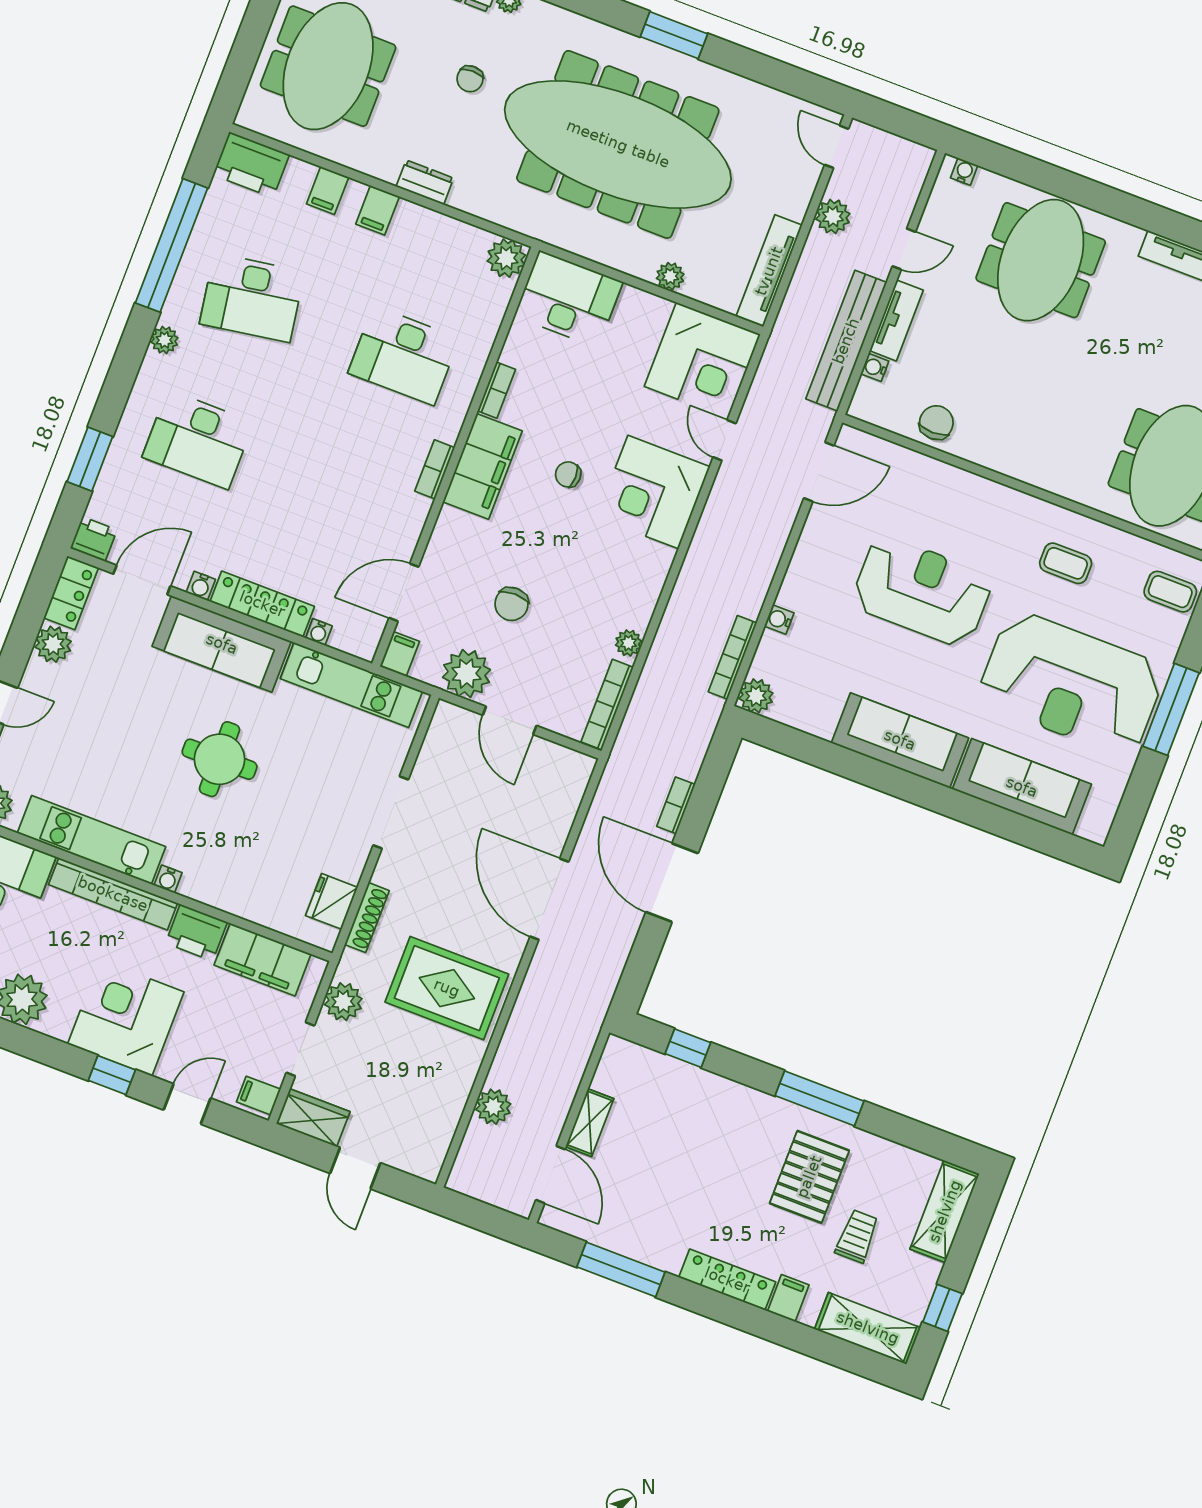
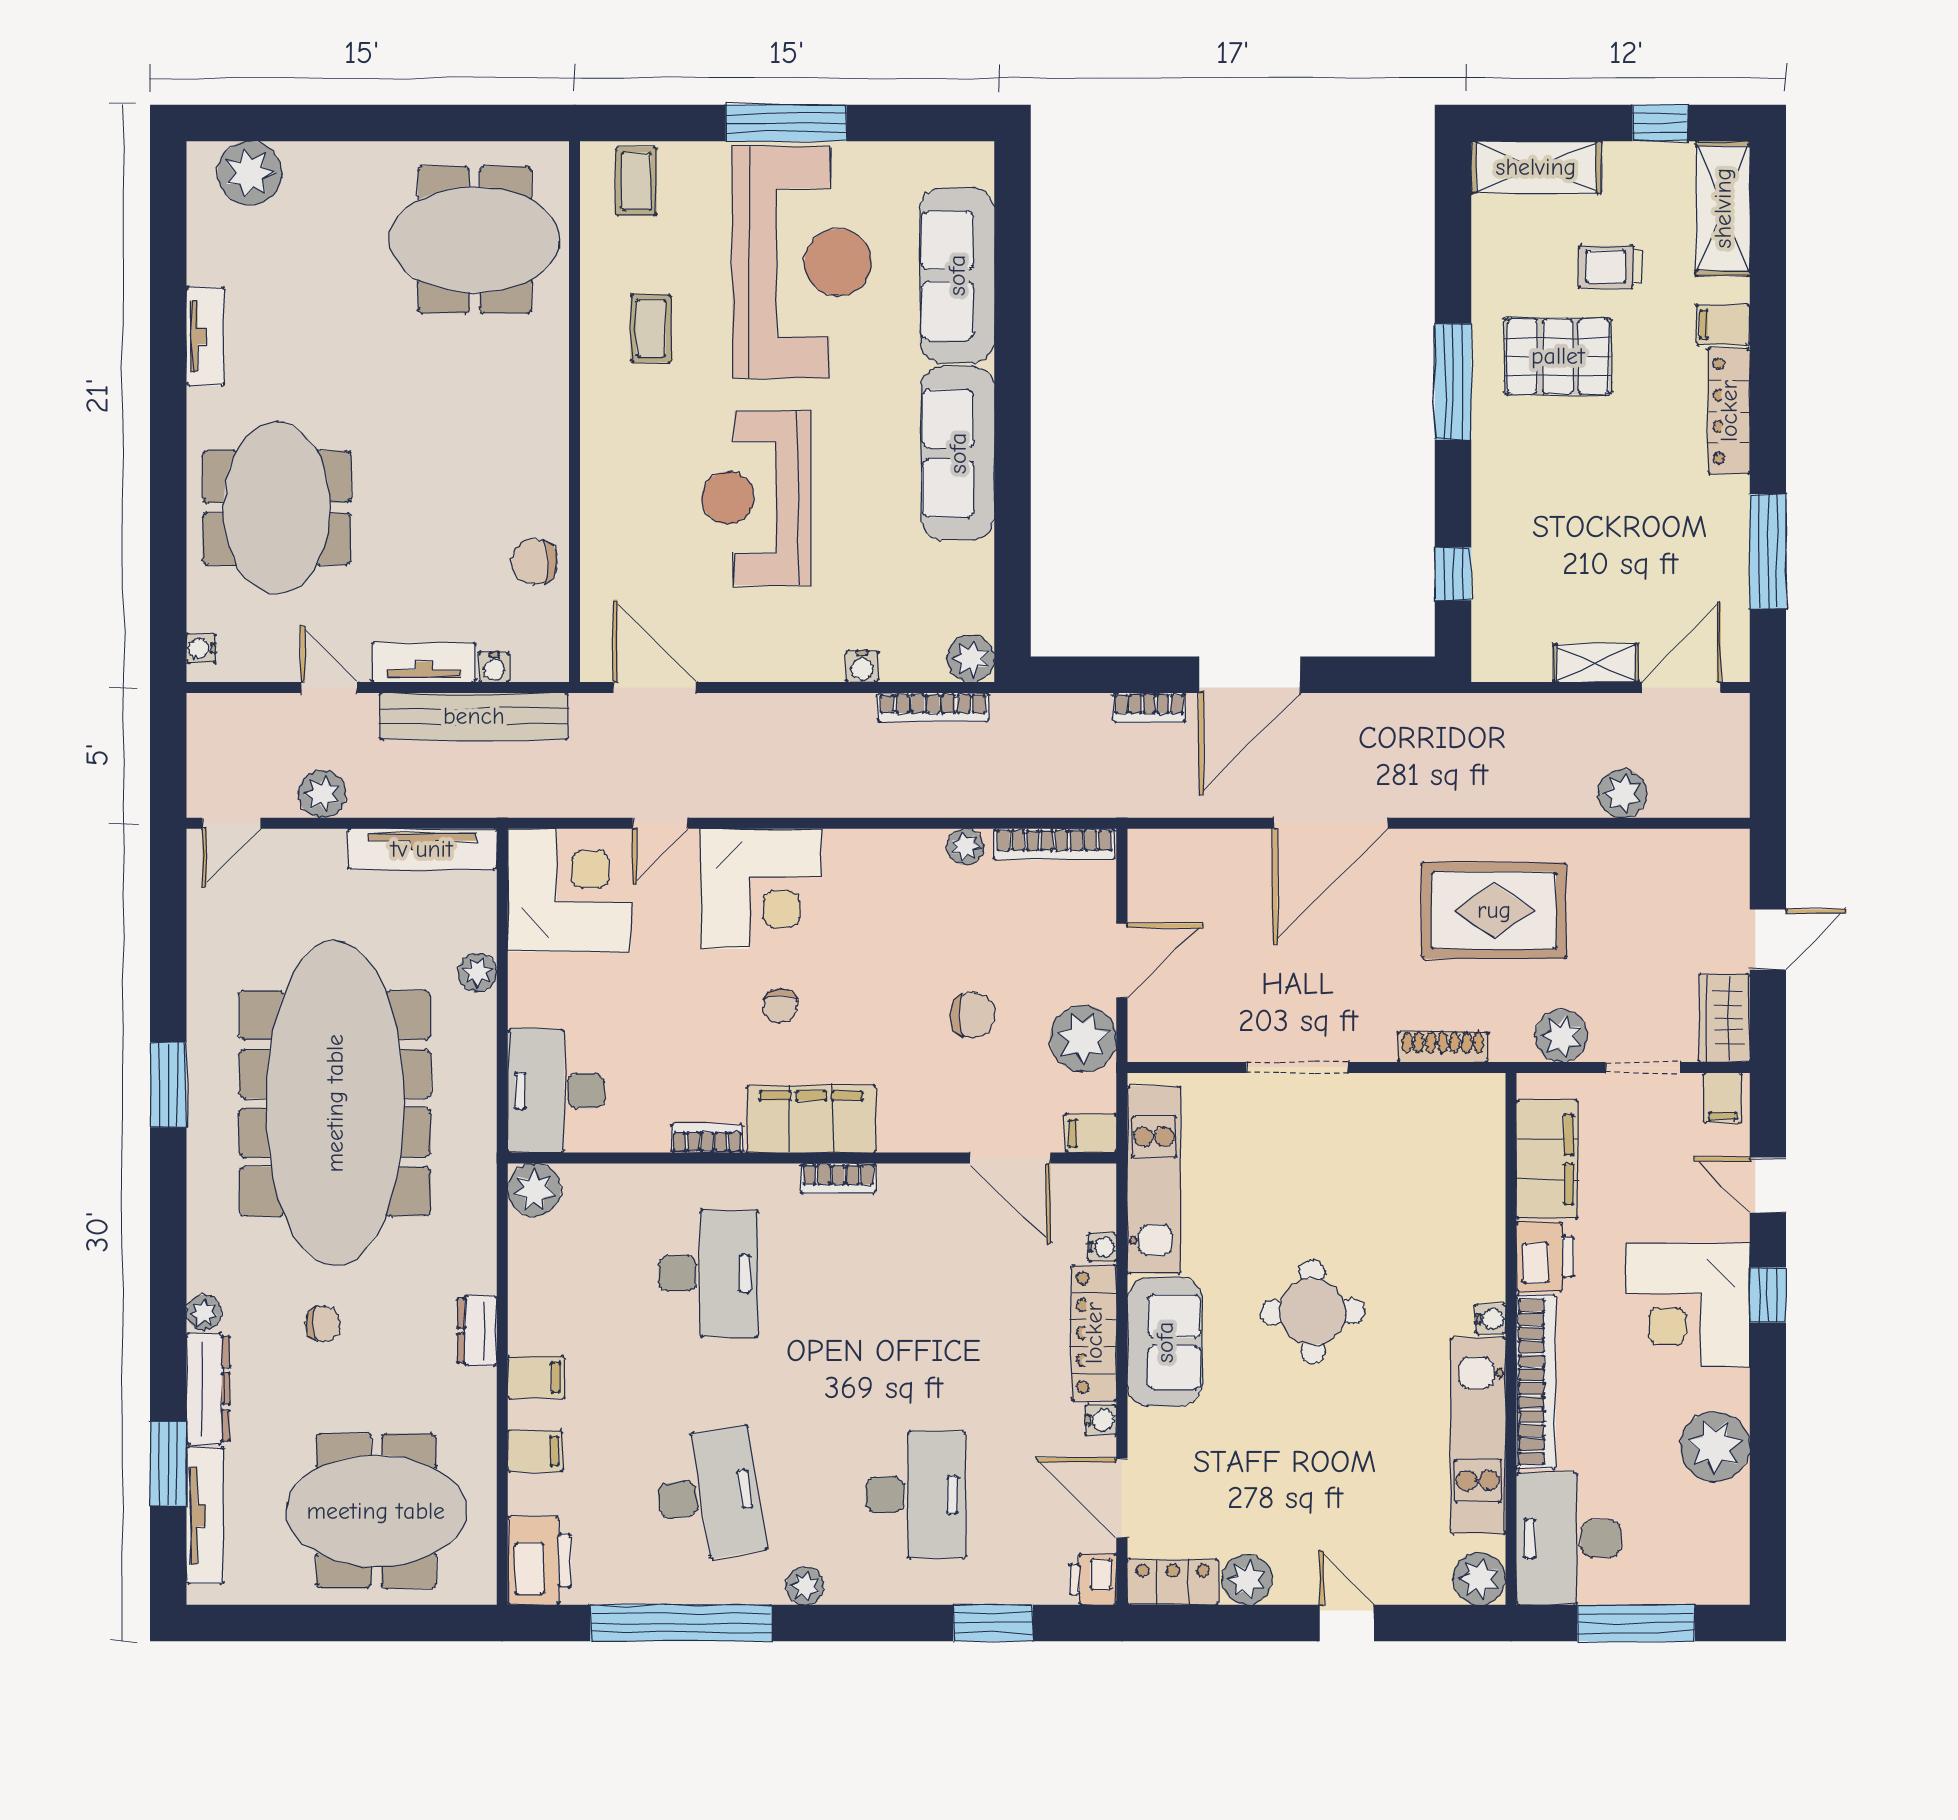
meeting table: (1041, 260) -> (277, 508), turned 90
sofa: (222, 644) -> (1165, 1342), width x0.73
fridge: (332, 901) -> (1439, 1099), removed
rug: (447, 988) -> (1494, 910), turned 90

